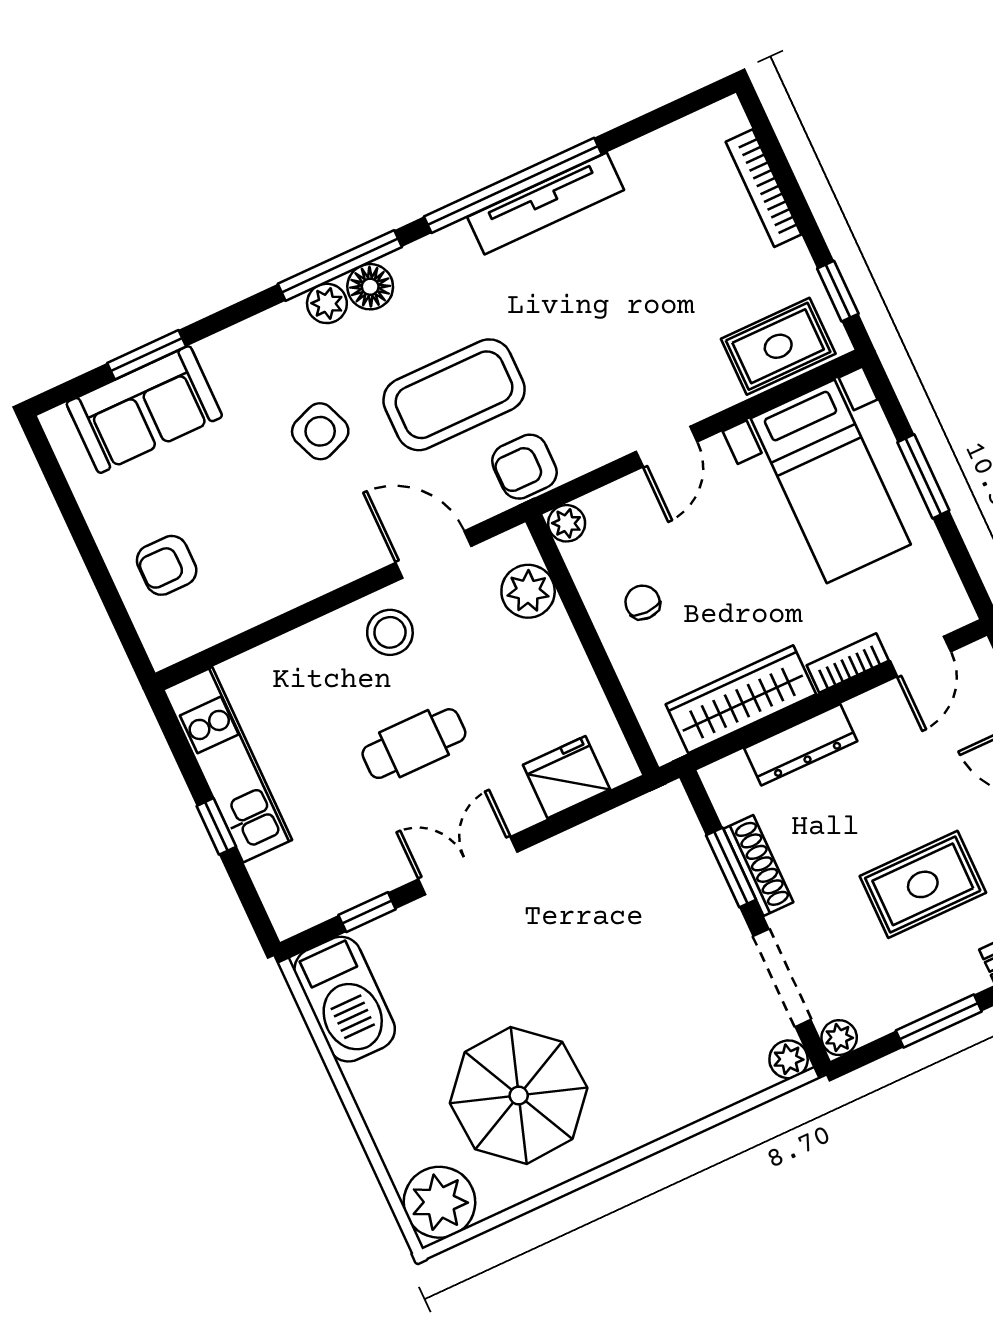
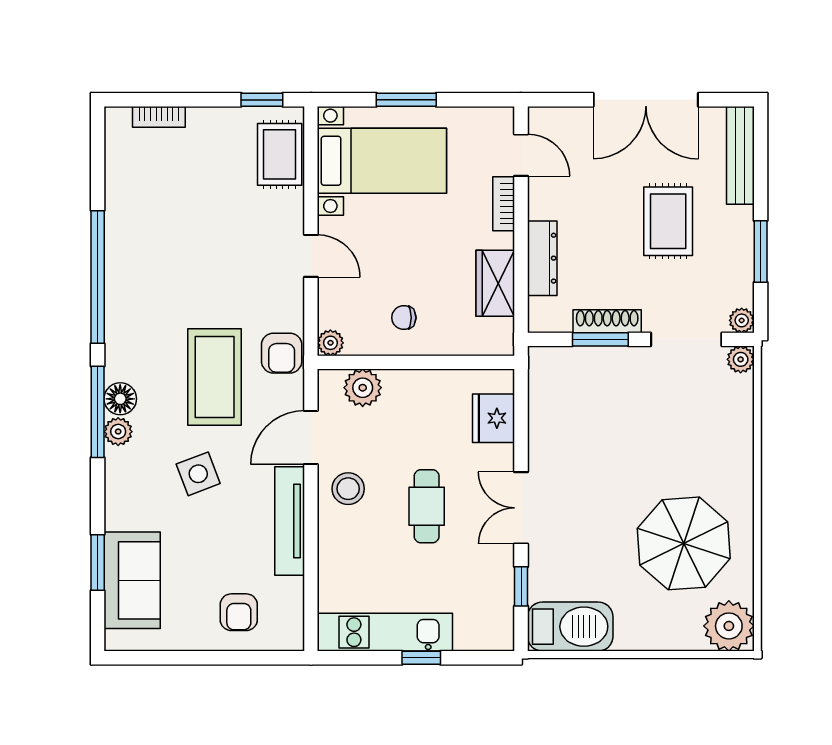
bookcase: (764, 188) -> (159, 117), width x0.64
tv unit: (546, 204) -> (290, 521), moved, turned 180
wardrobe: (741, 699) -> (495, 283), width x0.67

